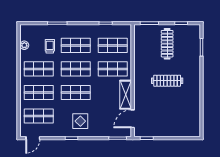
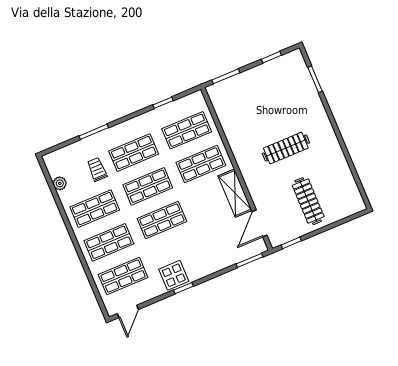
clothes rail: (167, 44) -> (308, 201), moved
display table: (80, 121) -> (174, 275), moved

